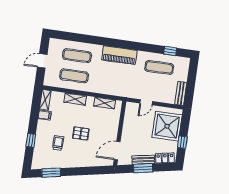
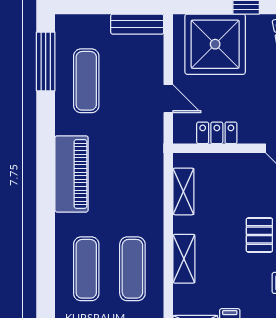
window: (170, 51) -> (46, 62), width x2.17
locker: (128, 121) -> (217, 133), added

